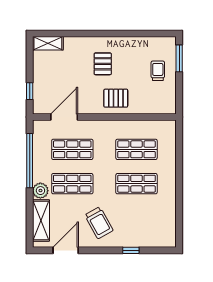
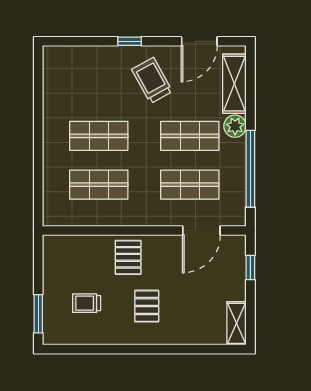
shelving: (48, 43) -> (236, 323), moved, turned 90
trolley: (158, 71) -> (87, 303), moved, turned 90
pallet: (116, 98) -> (128, 257), turned 90
window: (131, 250) -> (130, 41), moved

